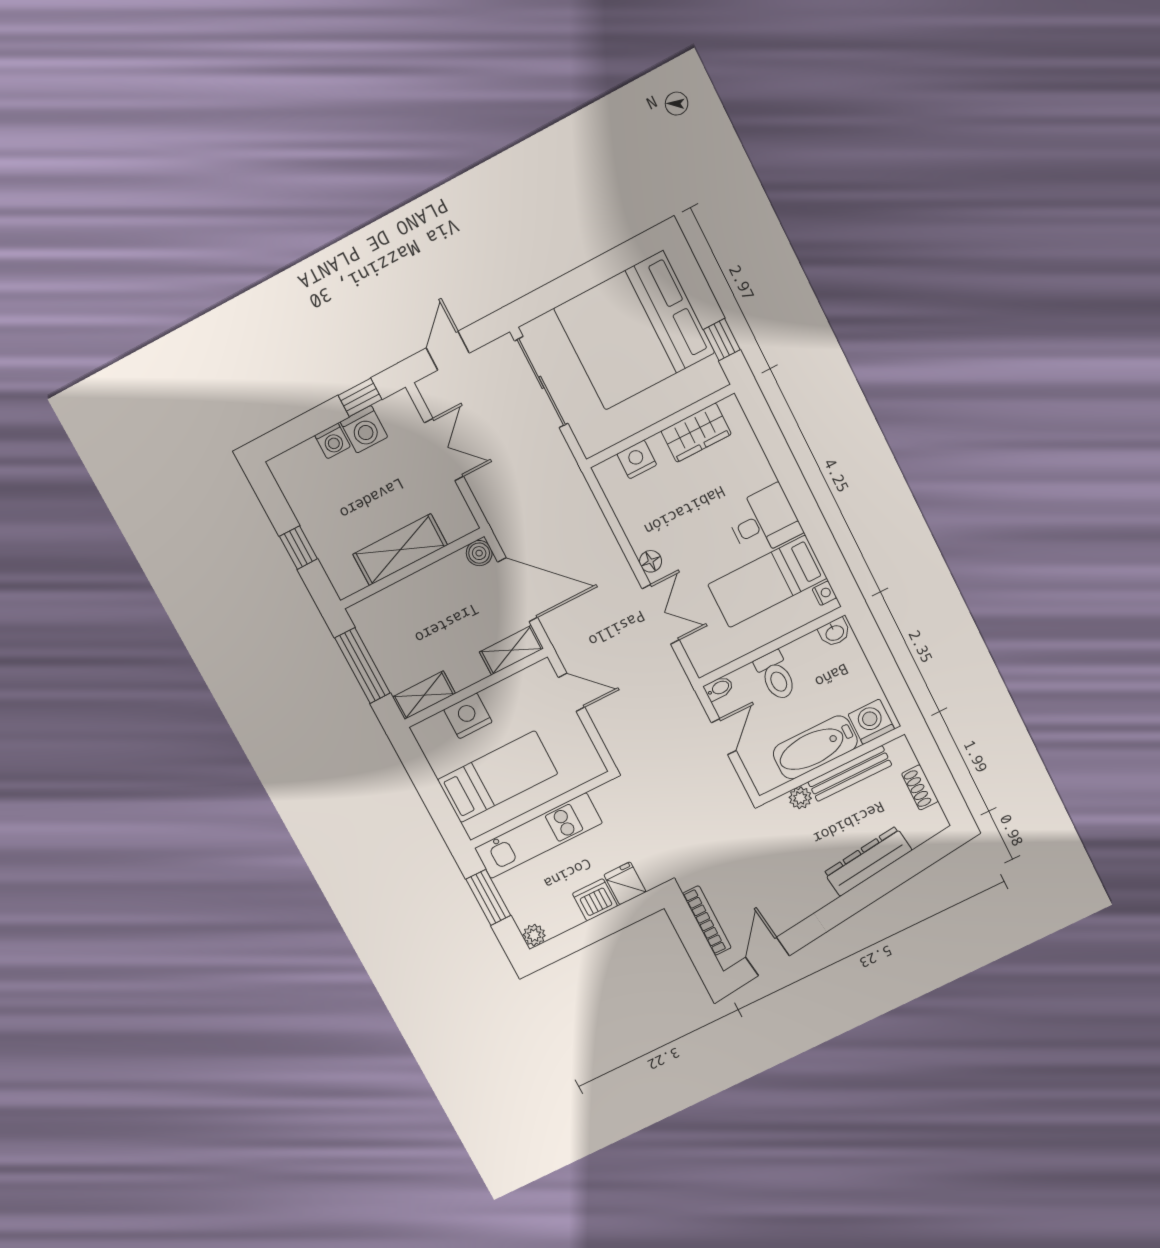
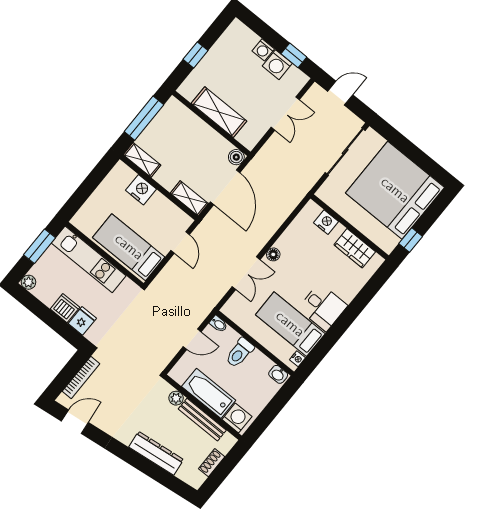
bed: (498, 777) -> (129, 247), moved, turned 180

